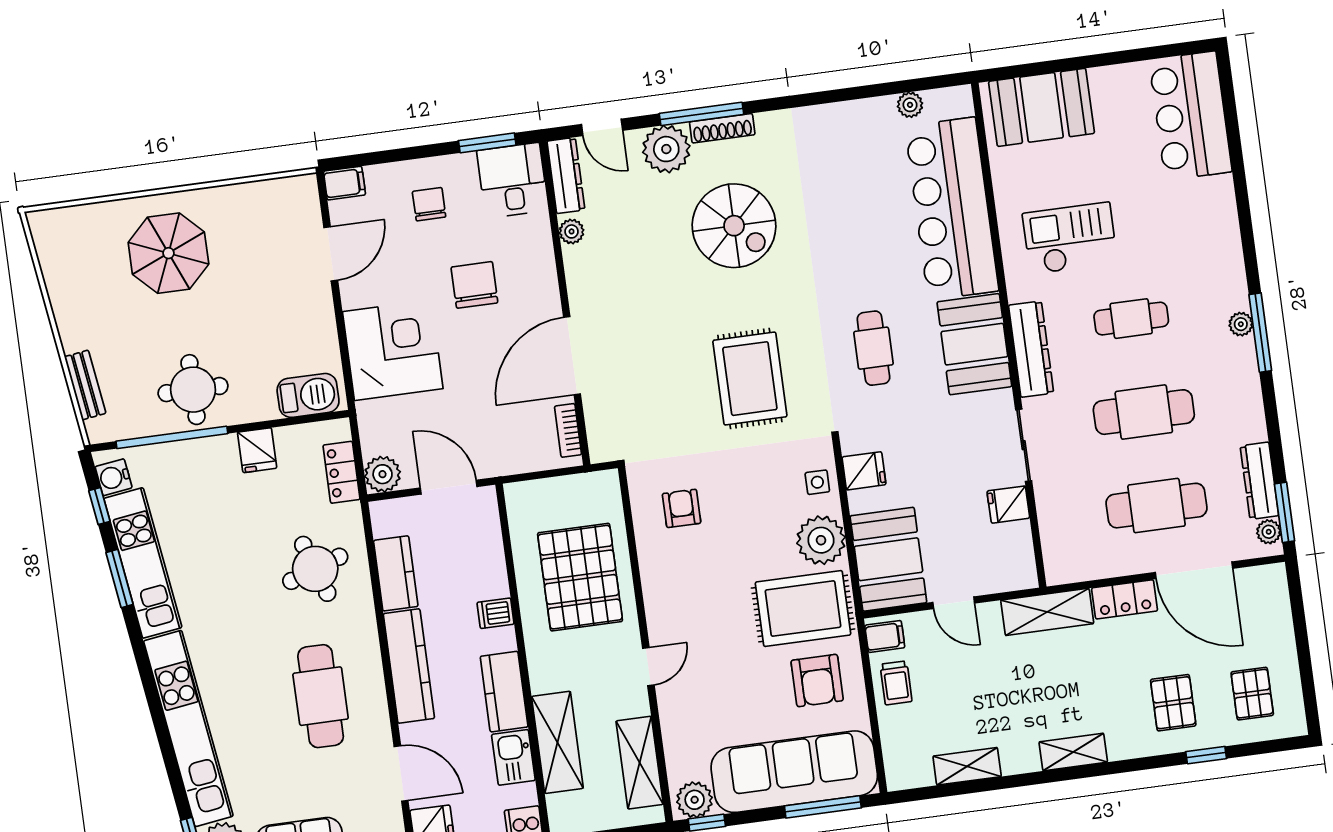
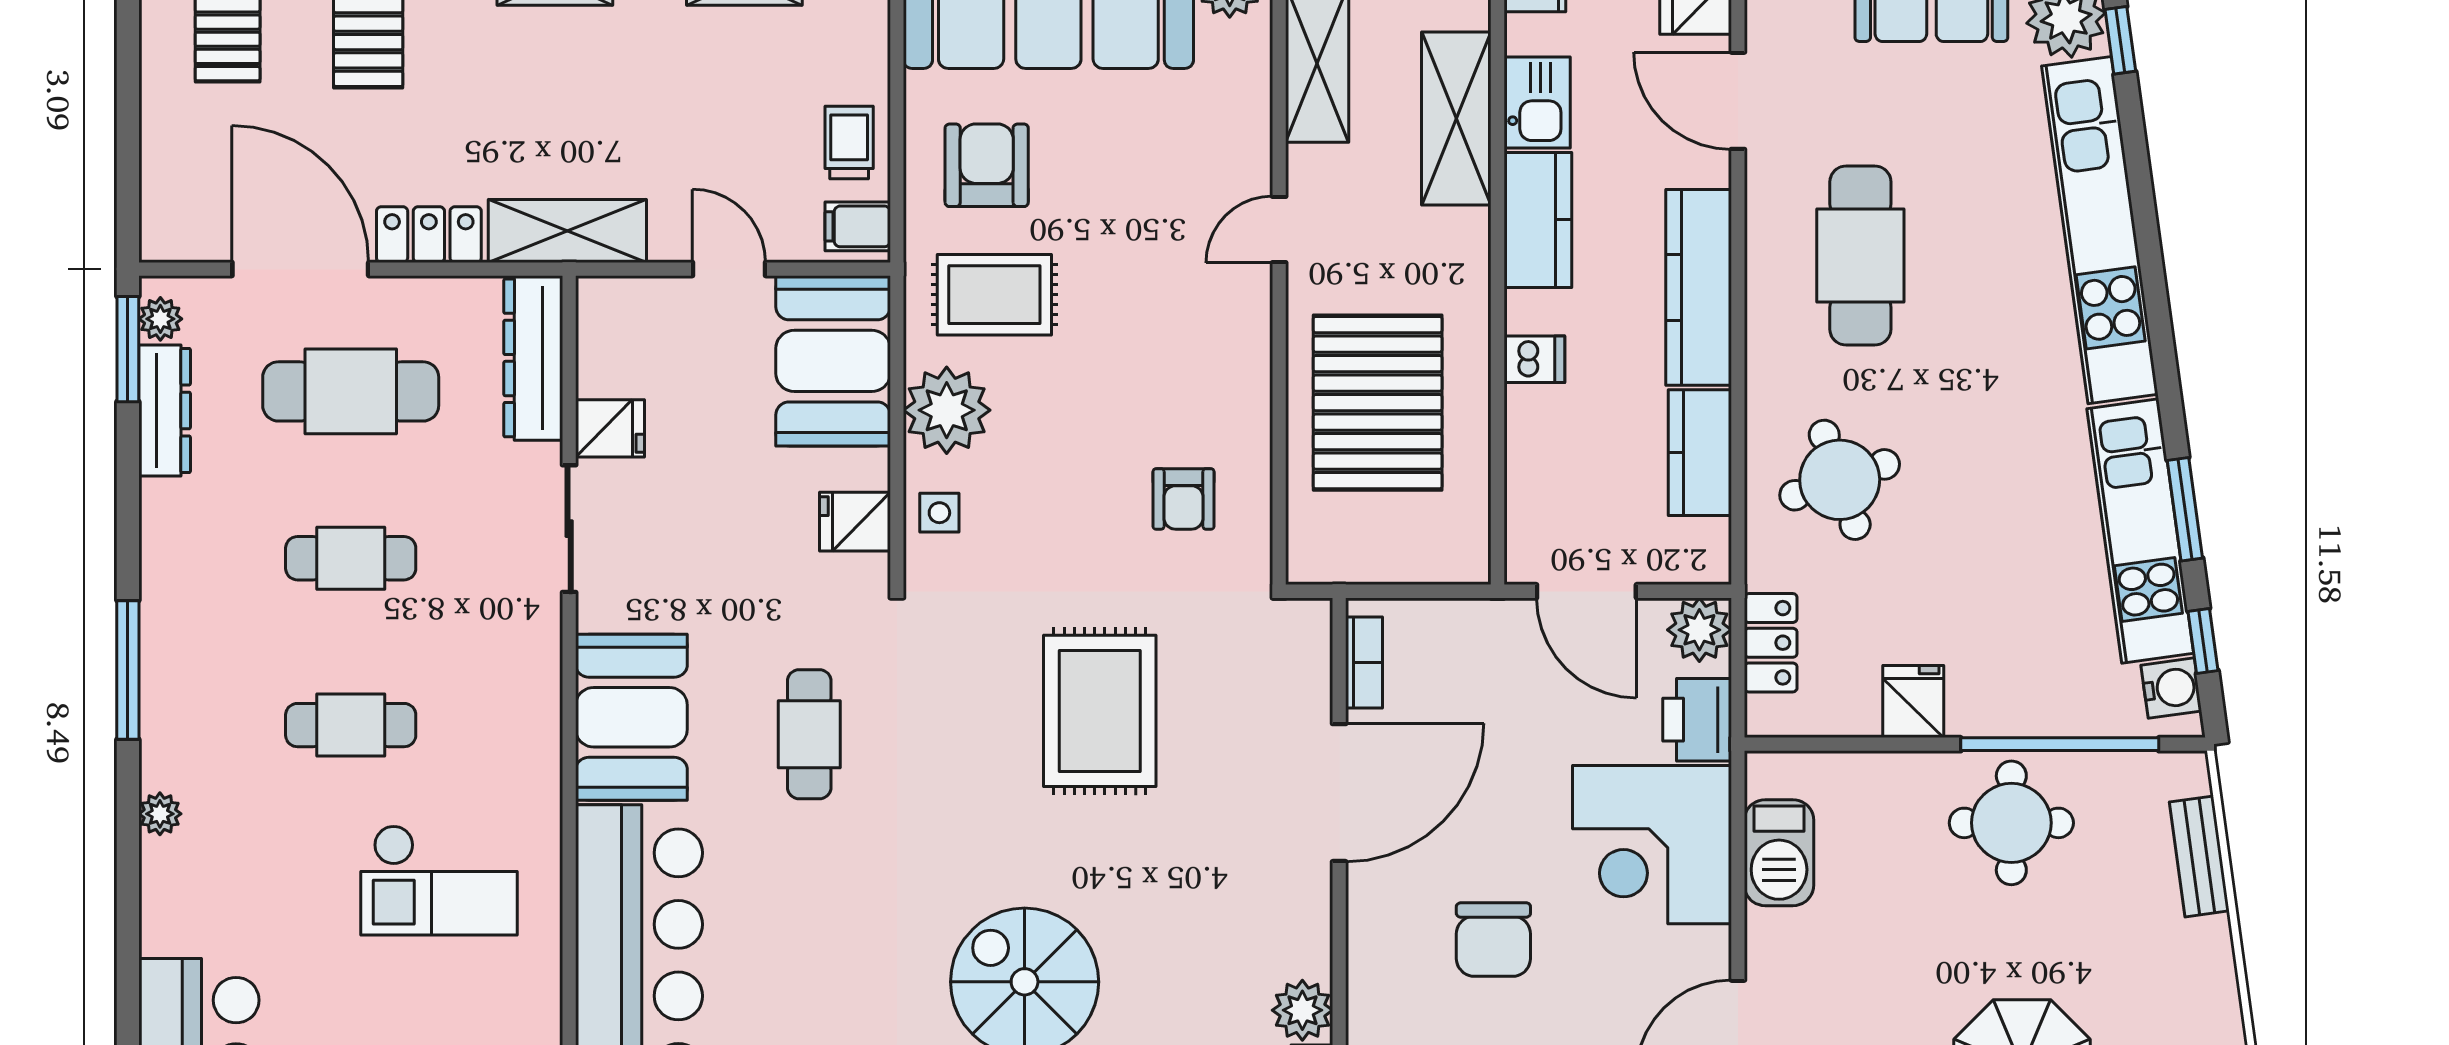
plant: (572, 231) -> (1302, 1010), width x1.38, depth x1.38
plant: (1241, 324) -> (160, 814), moved
dresser: (1031, 349) -> (533, 358), moved
rug: (750, 379) -> (1100, 711), moved
barbecue: (308, 395) -> (1779, 853), moved, turned -90
cafe table: (1144, 412) -> (351, 558), width x0.73, depth x0.74
printer: (377, 424) -> (1697, 720), added
rug: (803, 609) -> (994, 295), width x0.73, depth x0.70

